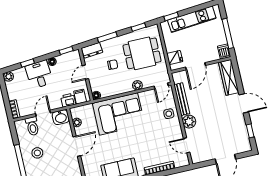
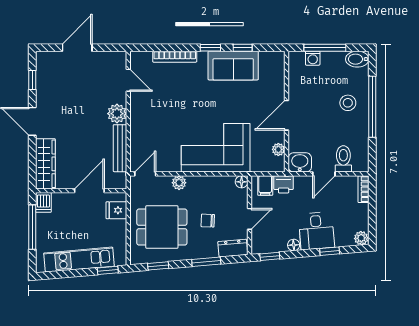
side table: (169, 114) -> (143, 132), removed
stool: (37, 153) -> (348, 103), moved

